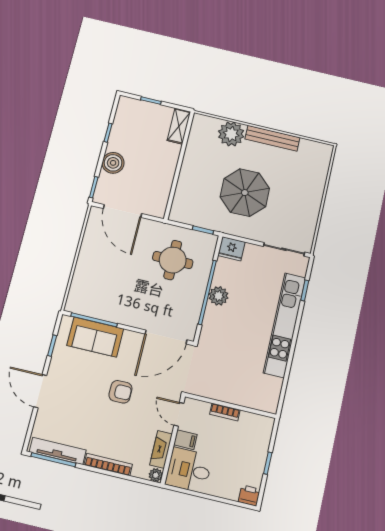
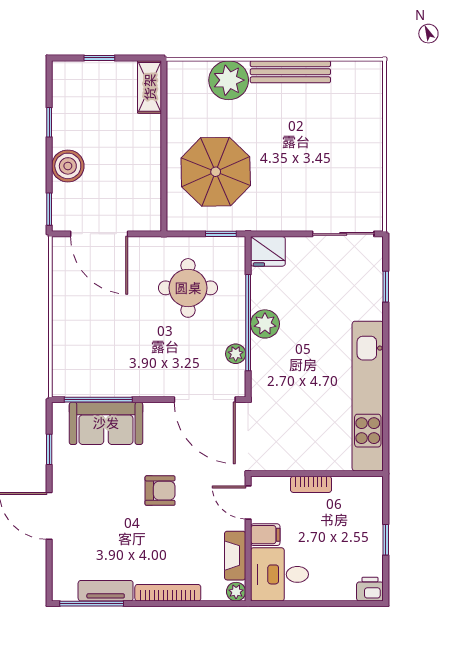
parasol: (245, 193) -> (216, 172), moved
plant: (194, 311) -> (236, 354), added
kitchen unit: (285, 325) -> (368, 396), moved
door: (166, 337) -> (205, 400), hinge flipped
tv unit: (58, 451) -> (106, 591), width x0.71

